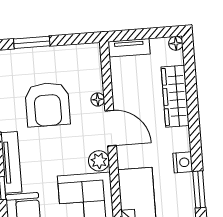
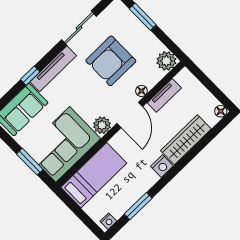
tv unit: (129, 48) -> (164, 95), moved, turned -90
plant: (90, 54) -> (166, 61), added
nightstand: (183, 162) -> (162, 166), moved

